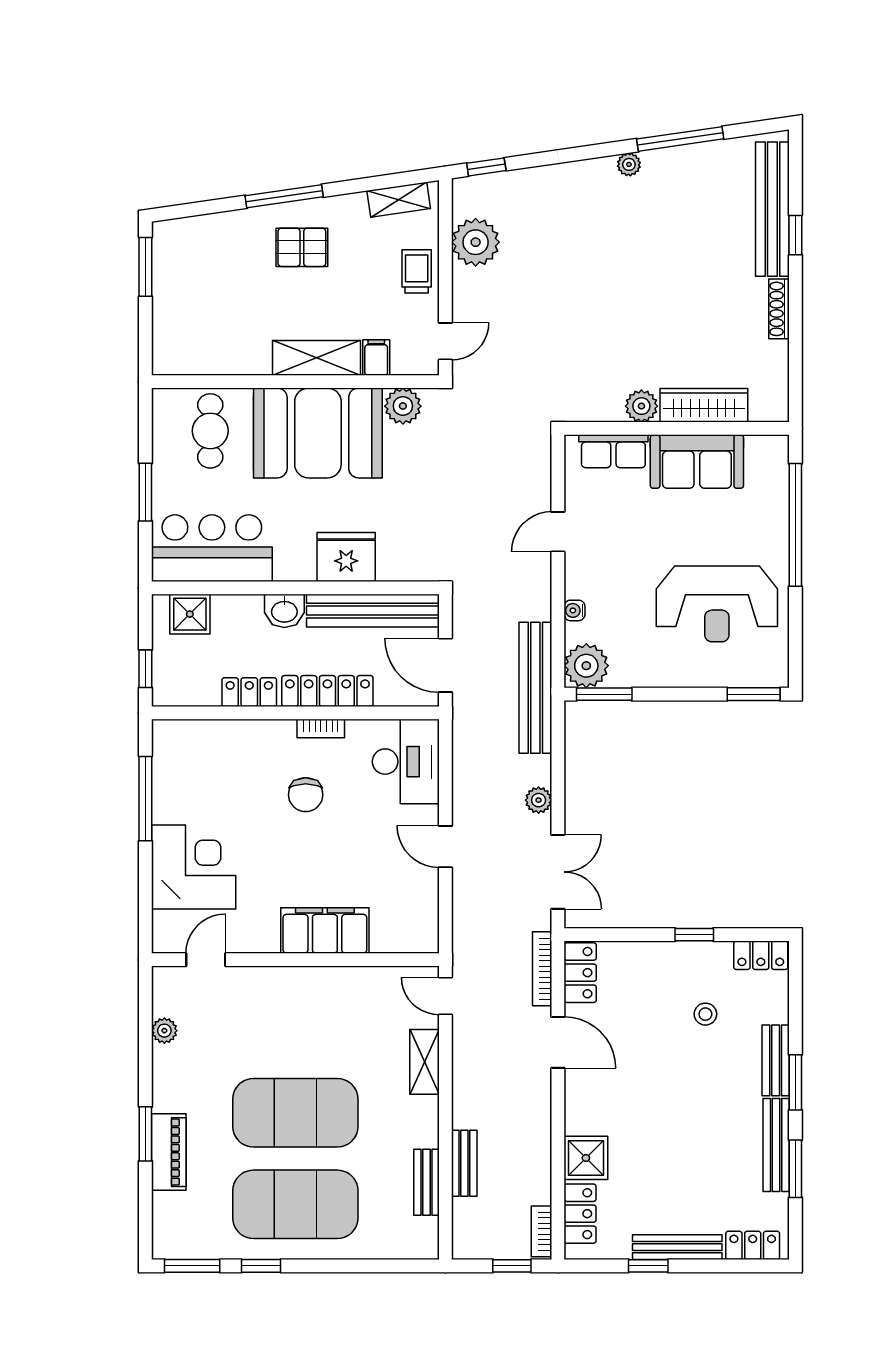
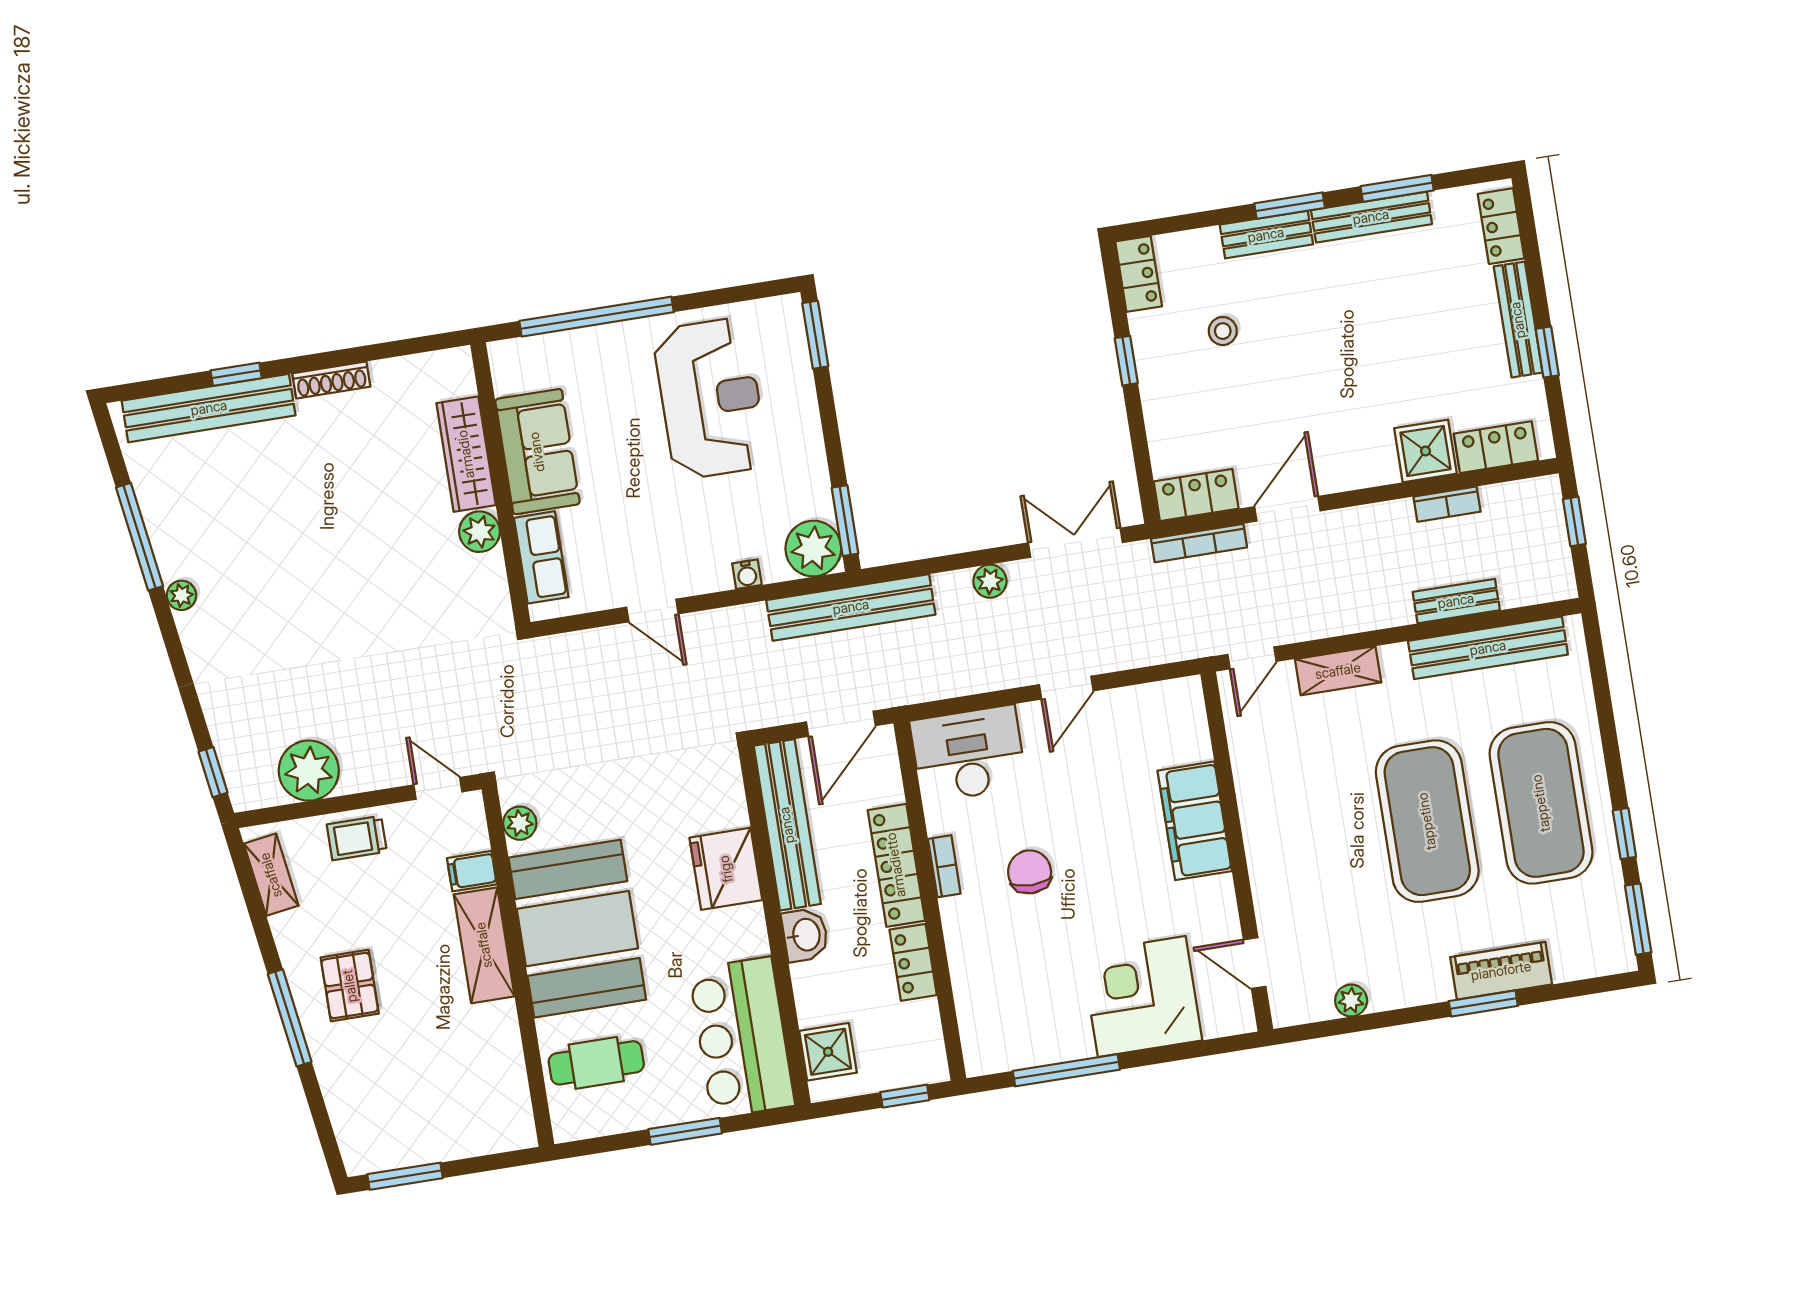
plant: (403, 406) -> (520, 823), width x0.73, depth x0.73
chair: (306, 795) -> (1030, 872), turned -90
bench: (426, 1182) -> (1488, 648), width x1.86, depth x1.21
bookcase: (541, 1231) -> (1447, 504), moved

